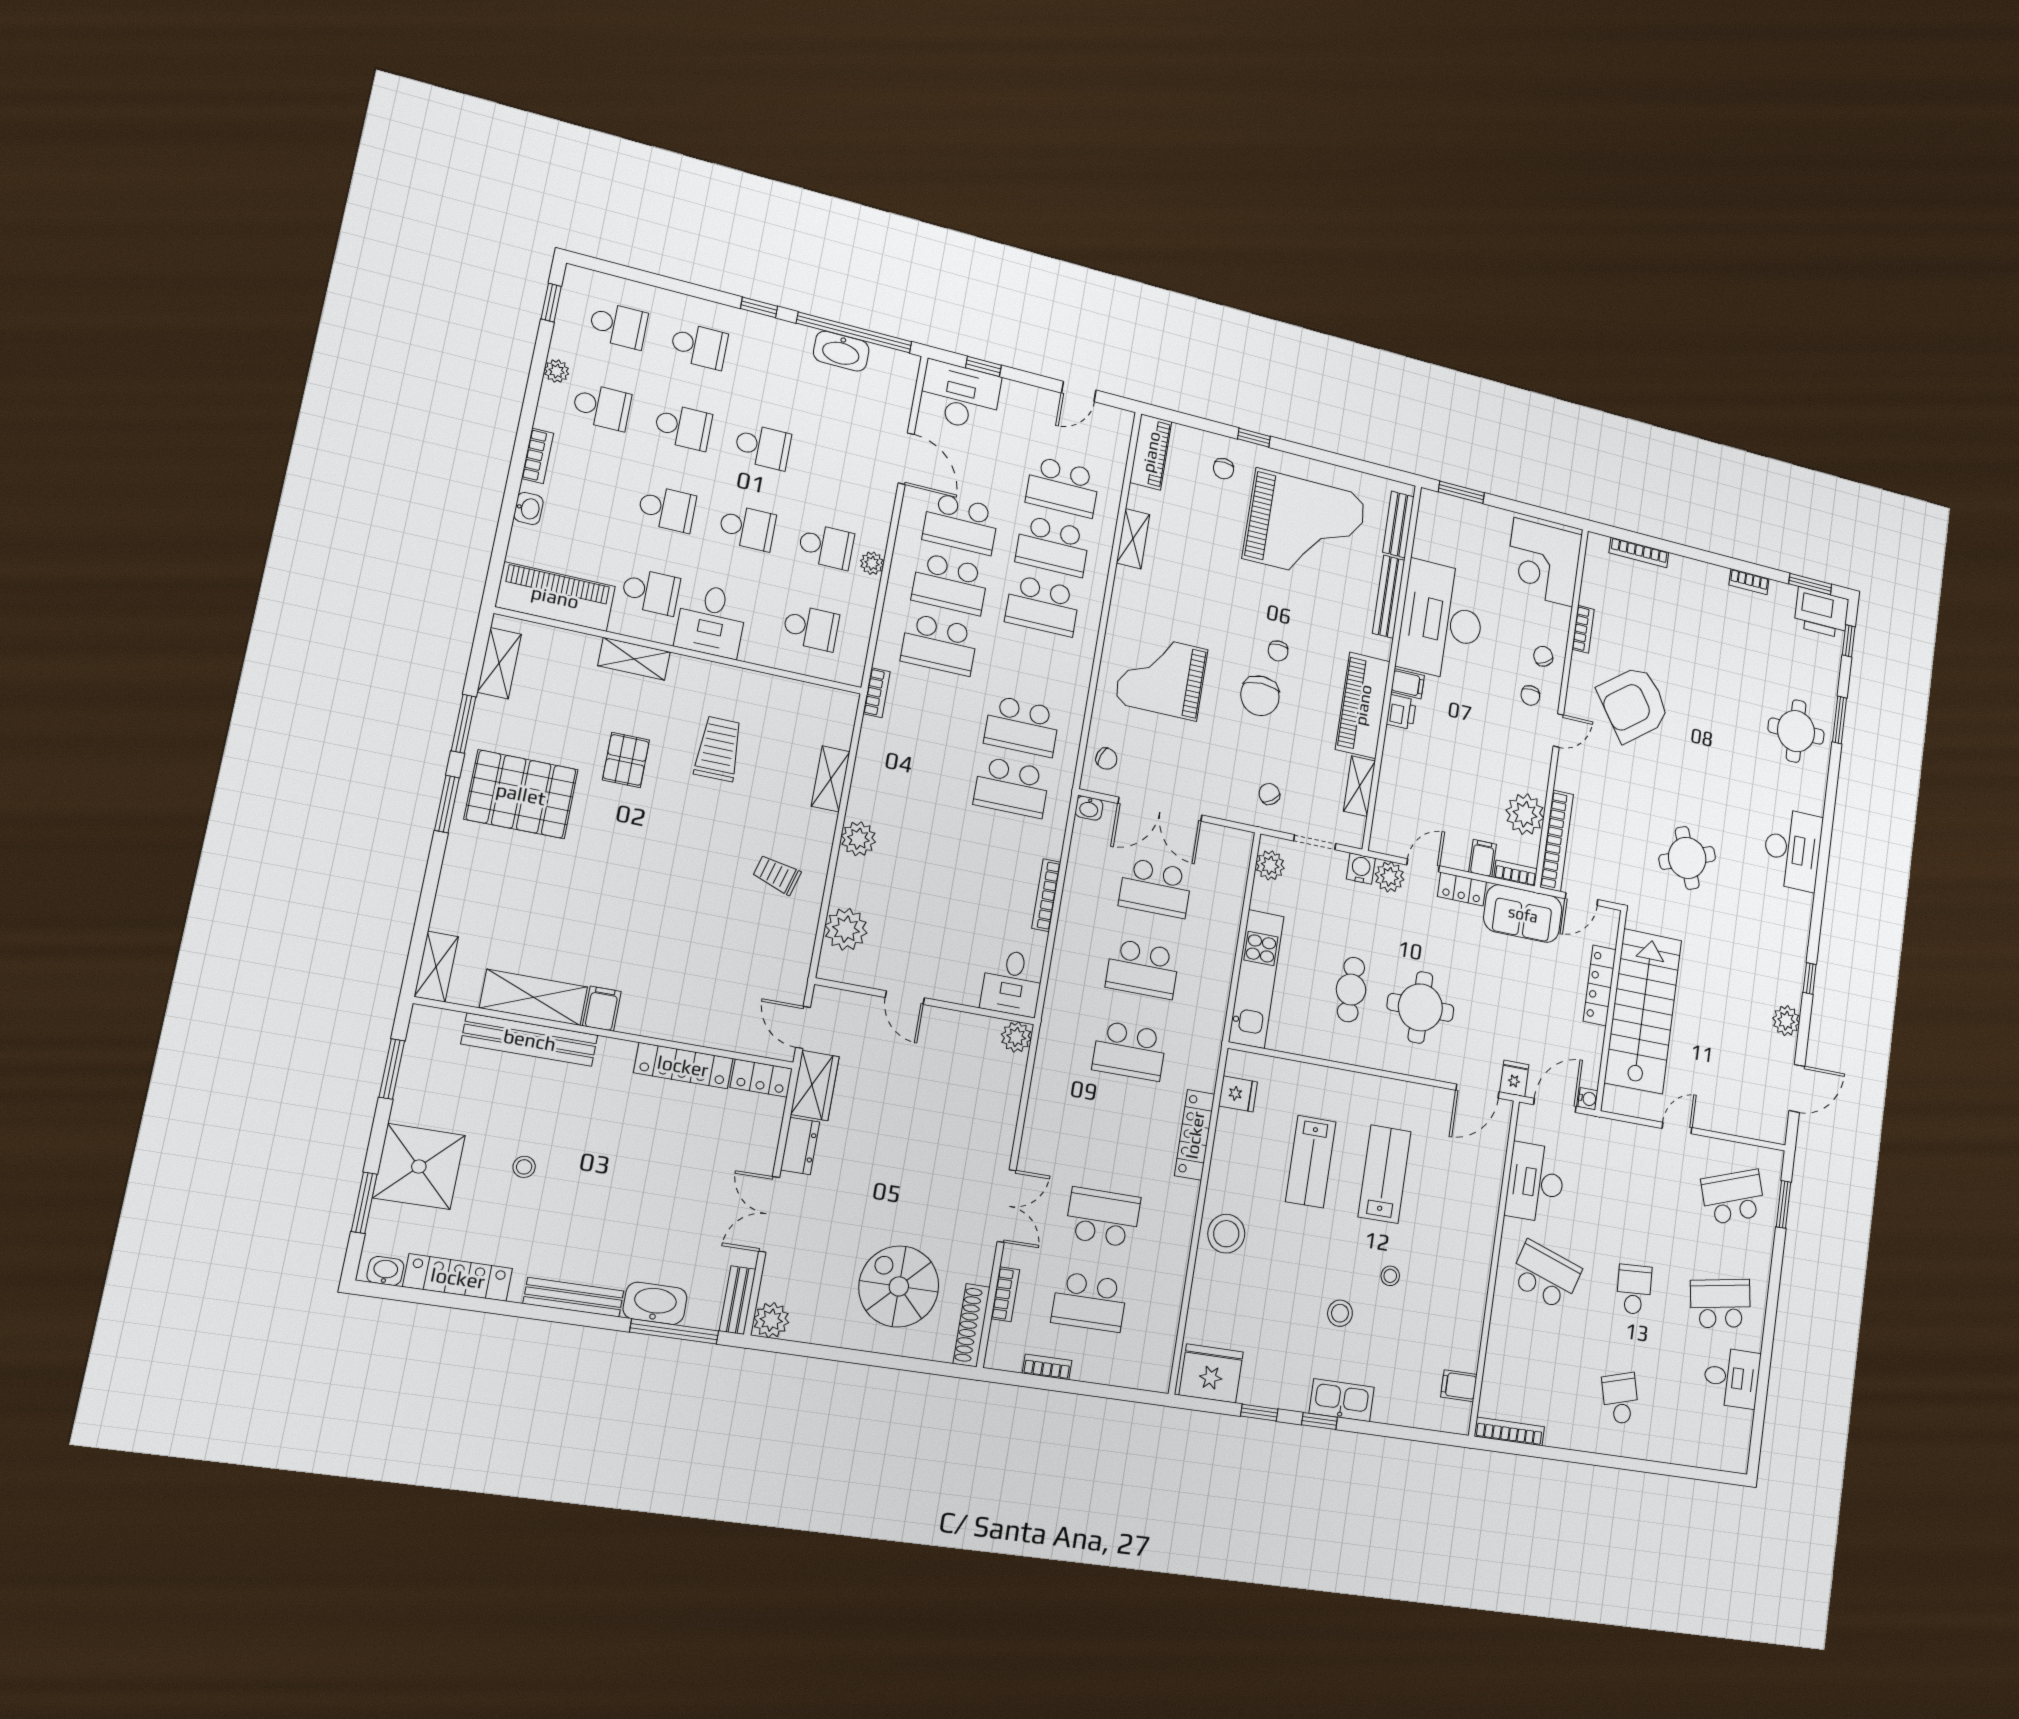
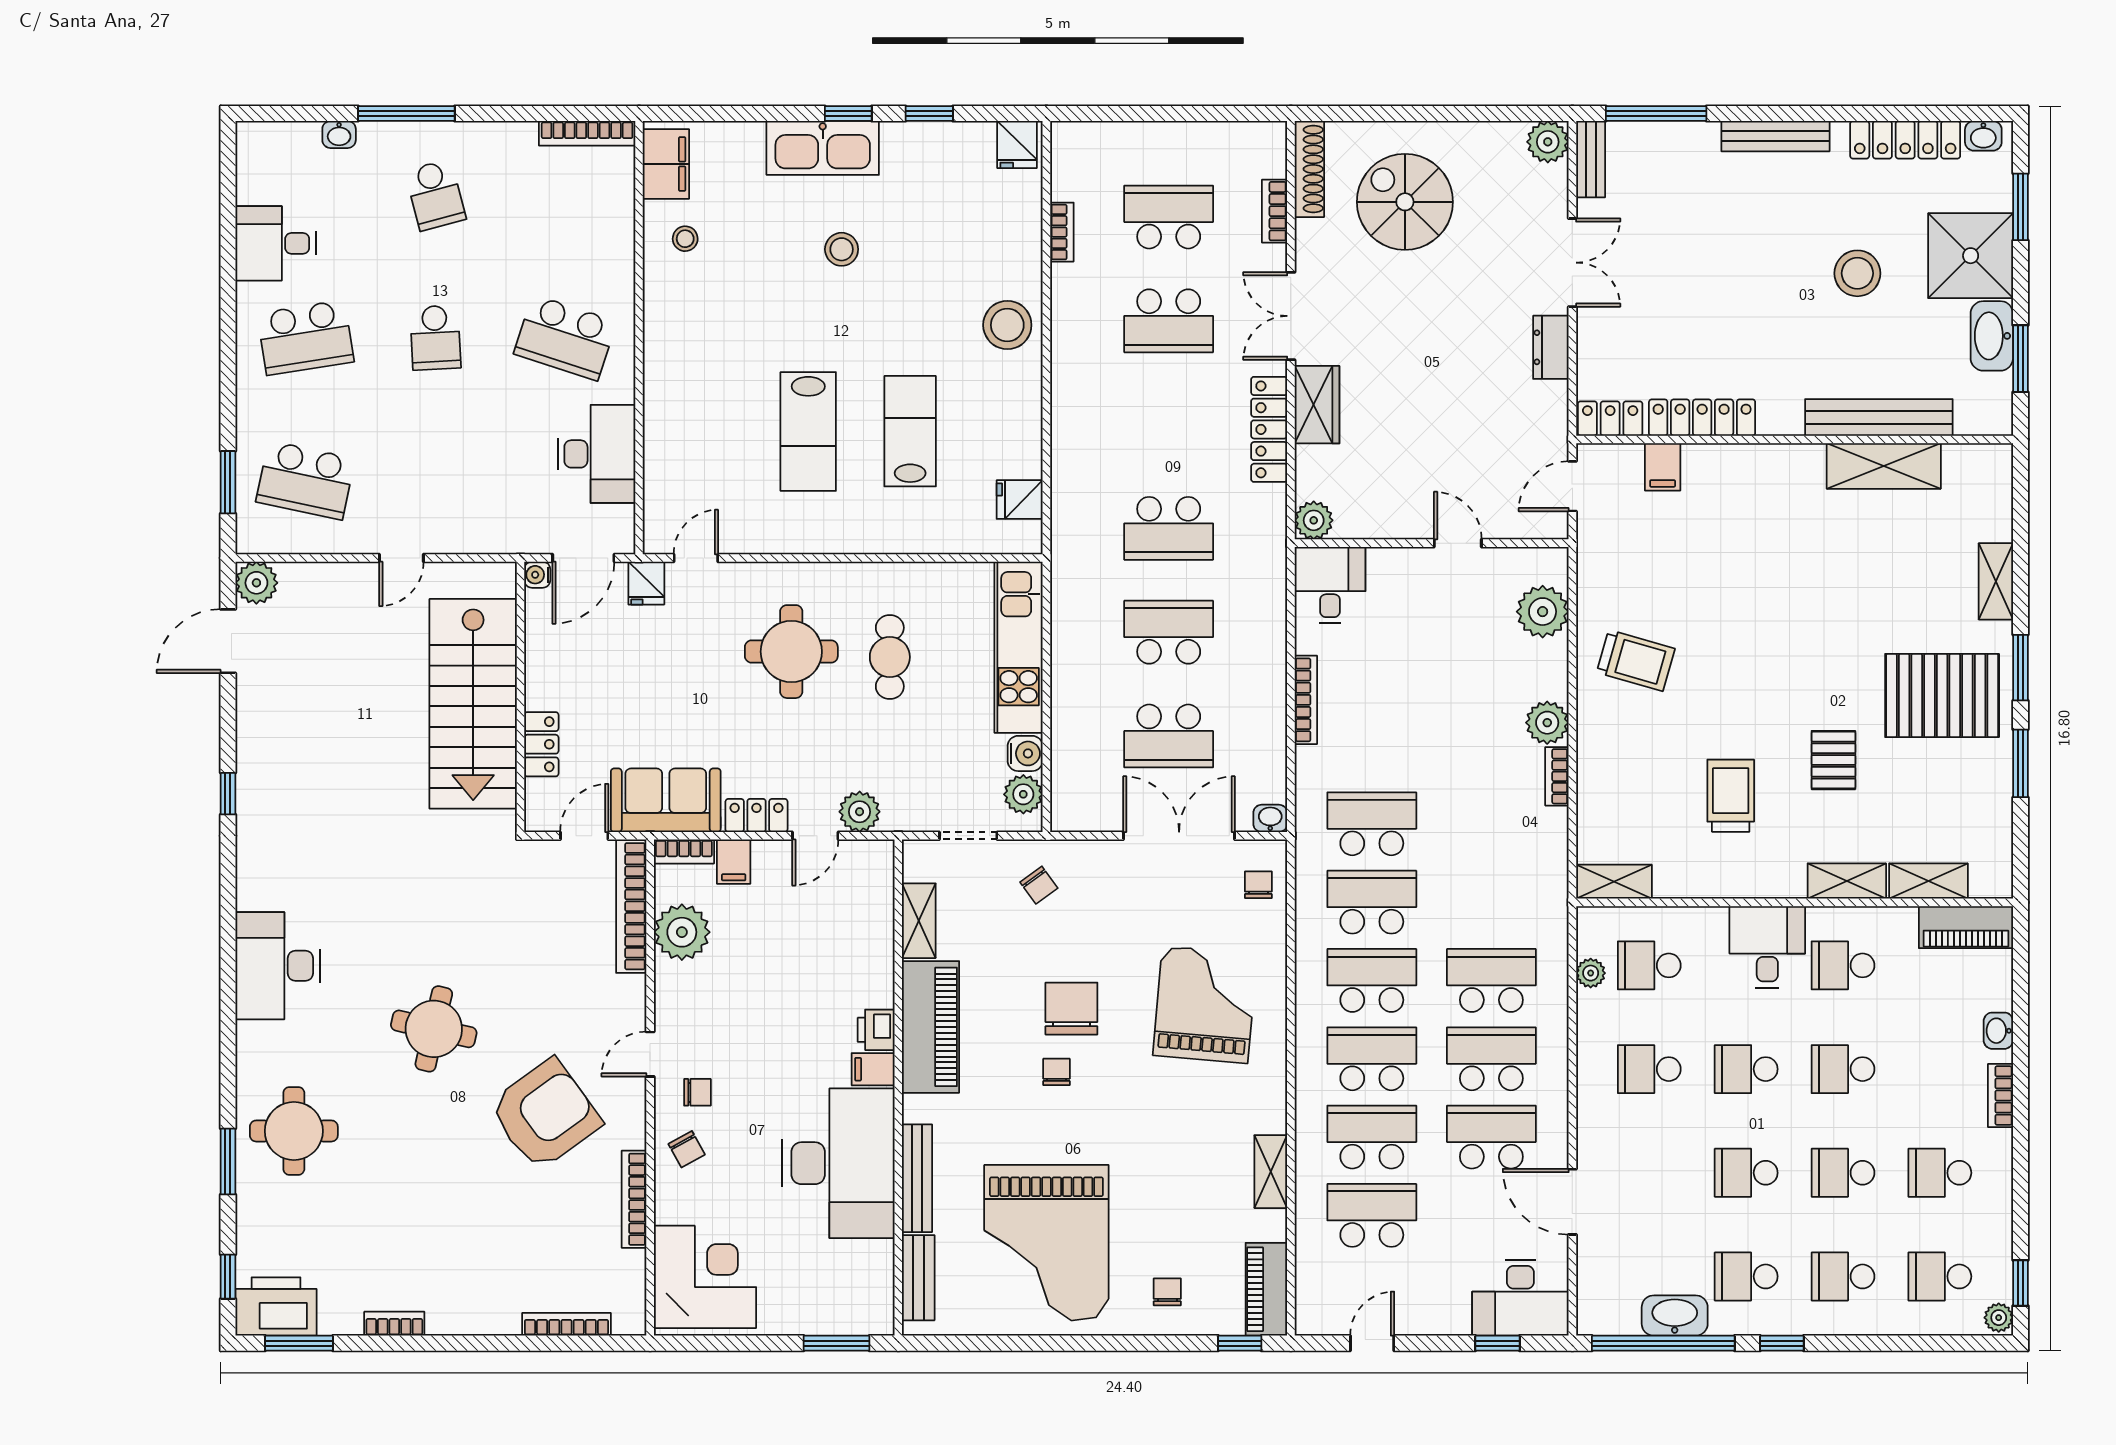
school desk: (778, 366) -> (1746, 1276), added
plant: (557, 371) -> (1999, 1318), moved
window: (1254, 438) -> (1240, 1343), moved
grand piano: (1305, 527) -> (1046, 1243), turned -90
plant: (872, 563) -> (1591, 973), moved
piano: (555, 597) -> (1966, 927), width x0.73, depth x0.75
bookcase: (1583, 629) -> (634, 1199), width x1.56
shelving: (499, 663) -> (1928, 881), moved, turned 90
school desk: (1032, 666) -> (1372, 980), added
grand piano: (1161, 676) -> (1205, 1005), turned -85
bookcase: (877, 693) -> (1557, 776), moved
chair: (1530, 695) -> (697, 1092), turned 90
trolley: (718, 749) -> (1731, 796), turned 180
chair: (1106, 759) -> (1258, 885), turned 69
shelving: (831, 779) -> (1614, 882), moved, turned 90
round table: (1687, 858) -> (434, 1029), moved, turned 33
water cooler: (1361, 869) -> (1025, 753), moved, turned -90
trolley: (777, 875) -> (1636, 660), width x1.36, depth x1.39
school desk: (1156, 888) -> (1169, 736), turned 180
shelving: (436, 967) -> (1996, 581), moved
locker: (1600, 985) -> (541, 744), width x0.66
filing cabinet: (602, 1009) -> (1663, 467), moved
plant: (1786, 1021) -> (256, 583), moved
door: (803, 1027) -> (1572, 486), swing flipped
school desk: (1129, 1051) -> (1169, 528), turned 180
wardrobe: (815, 1085) -> (1317, 405), moved, turned 180
door: (1477, 1091) -> (696, 558), width x0.73
locker: (1195, 1135) -> (1269, 429), moved, turned 180
stool: (524, 1167) -> (1857, 273), width x1.89, depth x1.89
school desk: (1733, 1197) -> (305, 480), turned 30
stool: (1390, 1276) -> (685, 239), moved
spiral stairs: (899, 1286) -> (1405, 202), turned 180
washbasin: (655, 1303) -> (1992, 336), moved, turned 90
bookcase: (1047, 1367) -> (1062, 232), moved, turned -90
fridge: (1211, 1373) -> (1017, 145), width x0.53, depth x0.75
filing cabinet: (1459, 1386) -> (666, 164), width x2.00
kitchen sink: (1342, 1400) -> (823, 148), width x1.36, depth x1.24
washbasin: (1680, 1455) -> (339, 134), added
window: (1632, 1464) -> (406, 114), added

